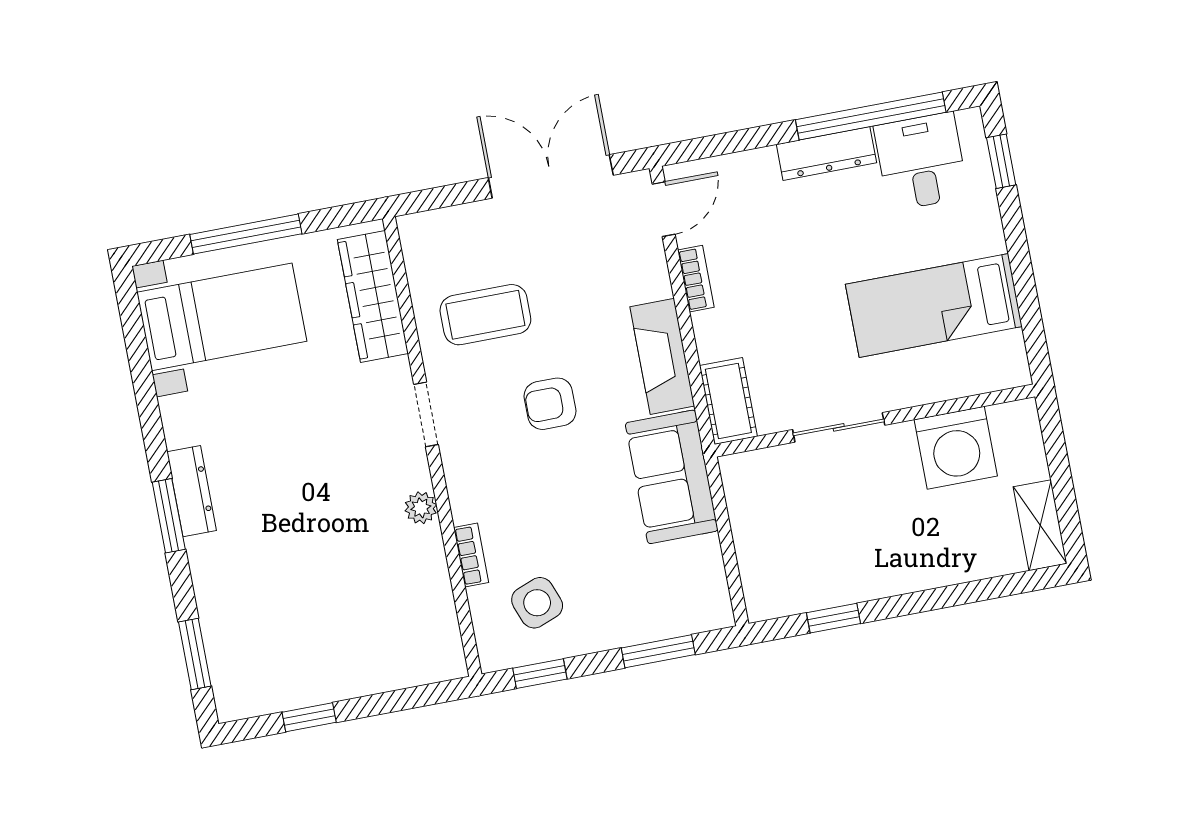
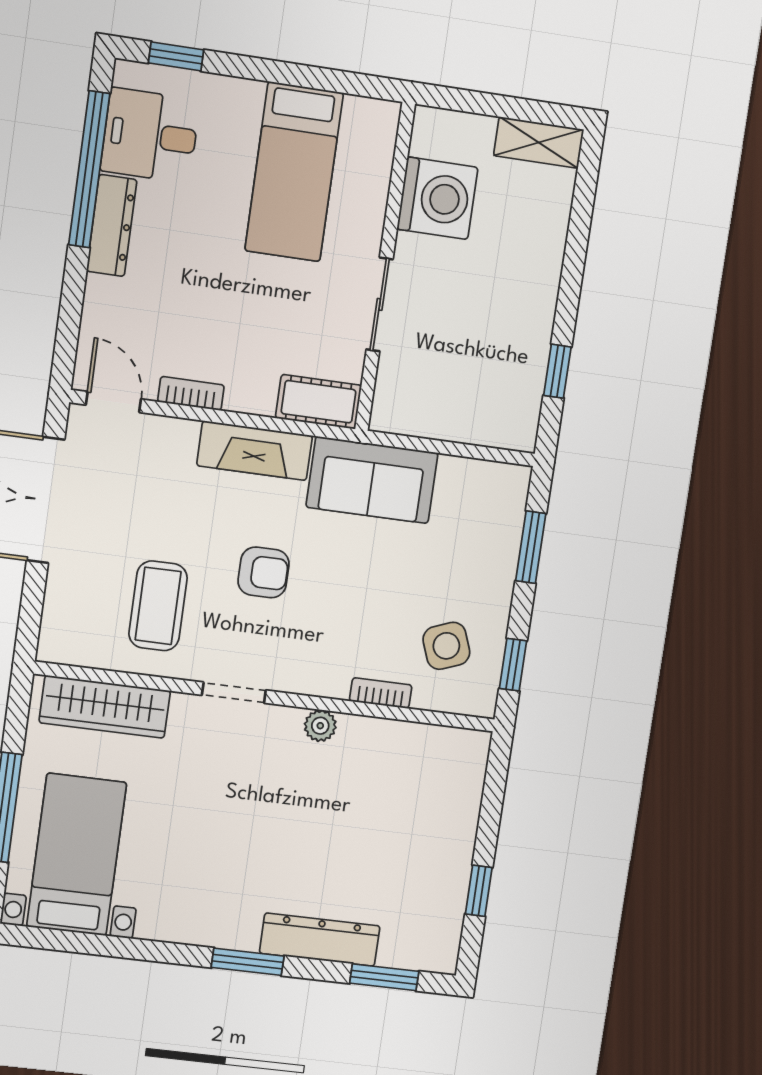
armchair: (550, 404) -> (264, 572), turned -90
dresser: (192, 491) -> (320, 940), moved, width x1.37, depth x1.24

